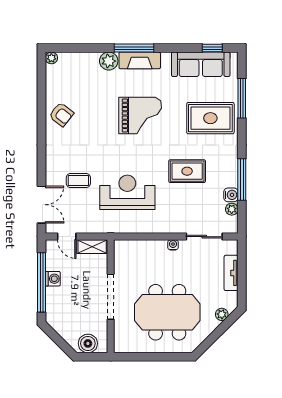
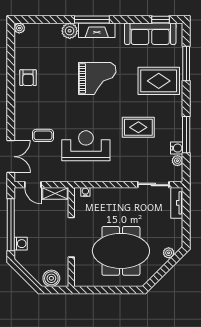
armchair: (61, 114) -> (28, 78), turned 52
water cooler: (173, 245) -> (85, 192), moved
tv unit: (231, 273) -> (177, 203), moved
washing machine: (53, 279) -> (21, 244), moved

